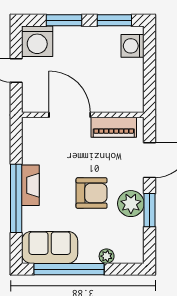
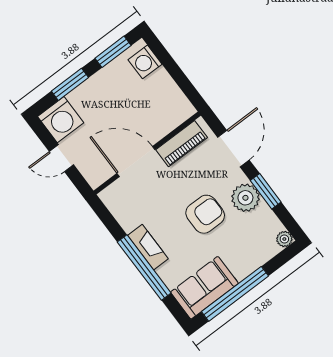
plant: (107, 256) -> (284, 239), moved

